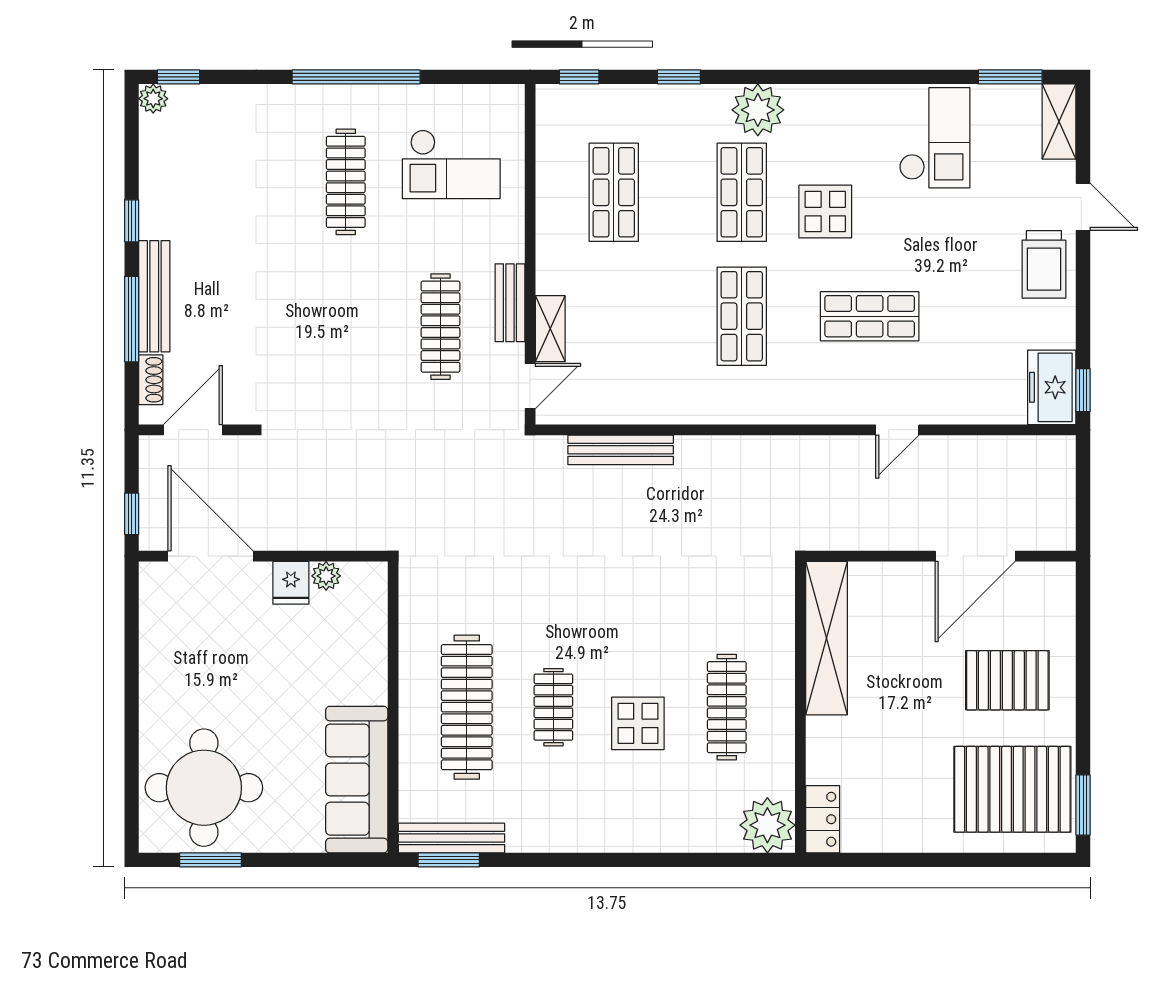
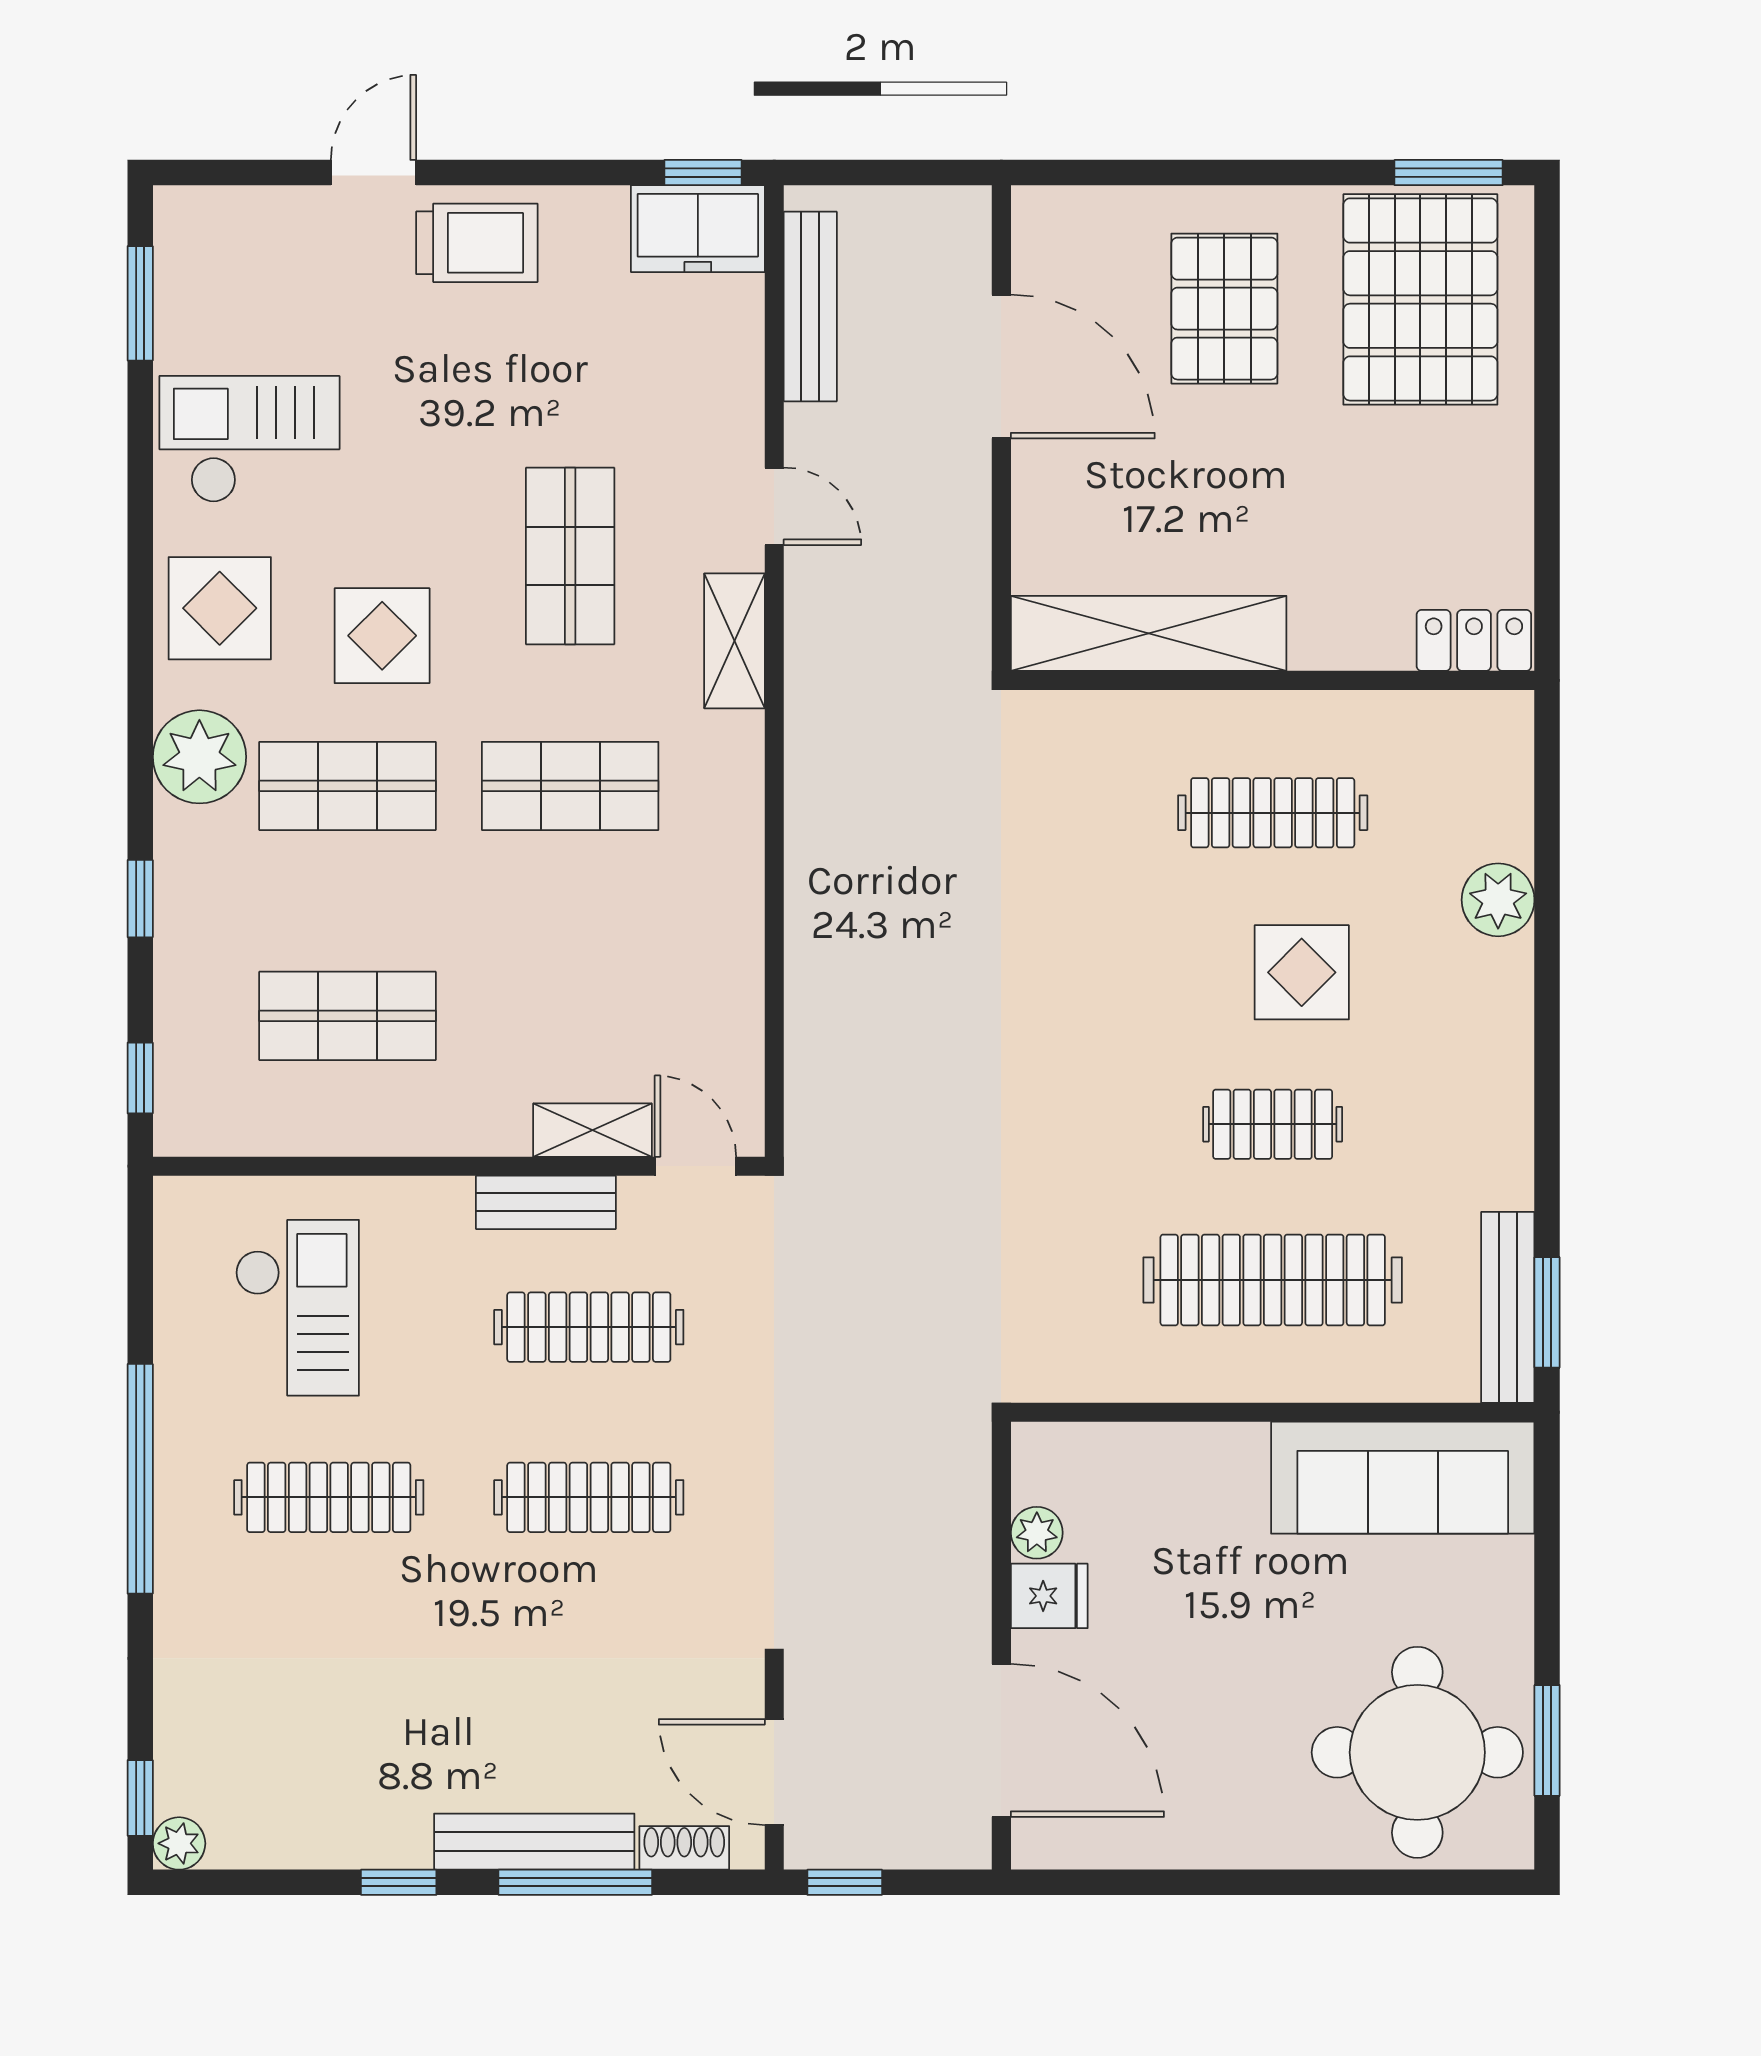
display table: (841, 121) -> (220, 608), added
shelving: (1059, 122) -> (734, 641), moved, turned 90
clothes rail: (346, 327) -> (589, 1497), added
bench: (621, 450) -> (810, 307), moved
window: (132, 514) -> (845, 1882), moved
door: (211, 556) -> (1001, 1740), swing flipped
plant: (767, 825) -> (1498, 900), moved, width x0.73, depth x0.73

